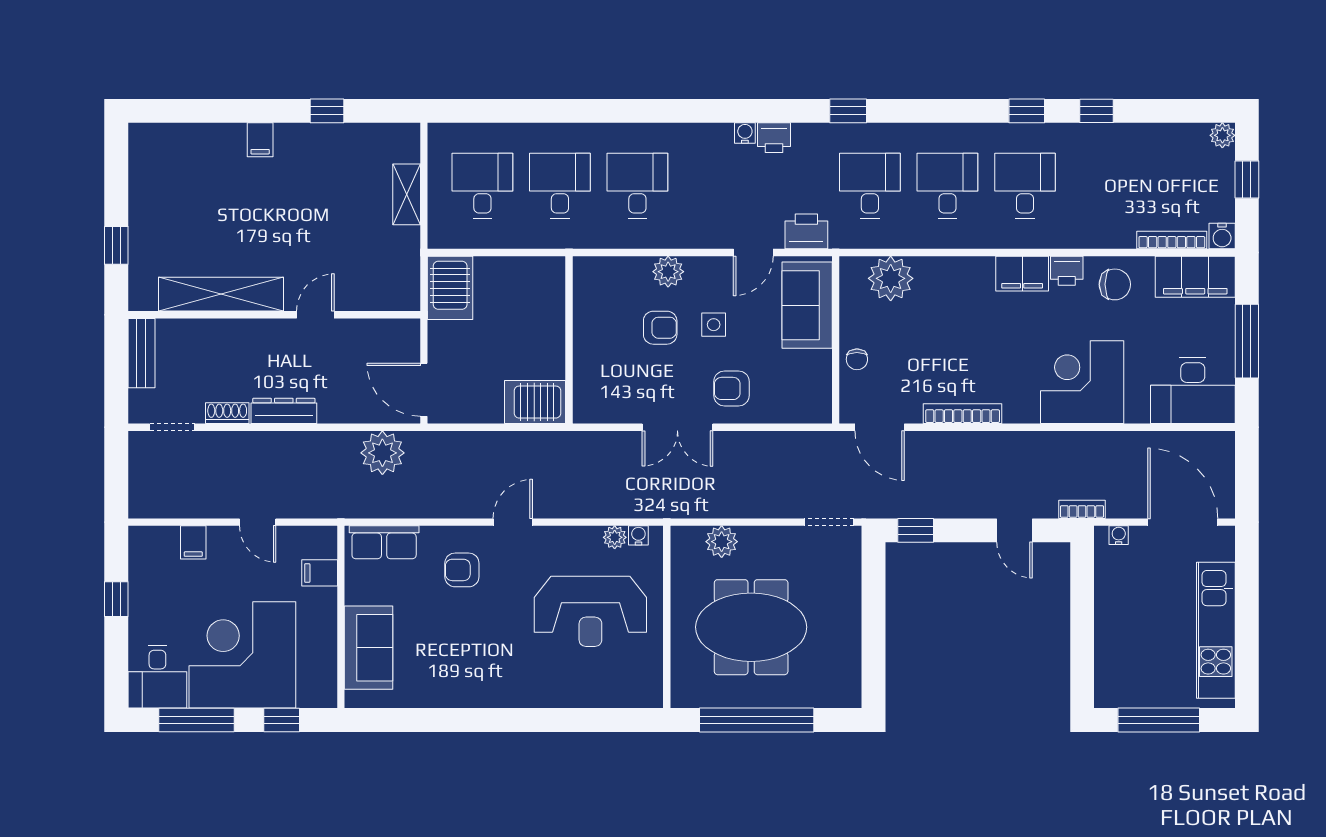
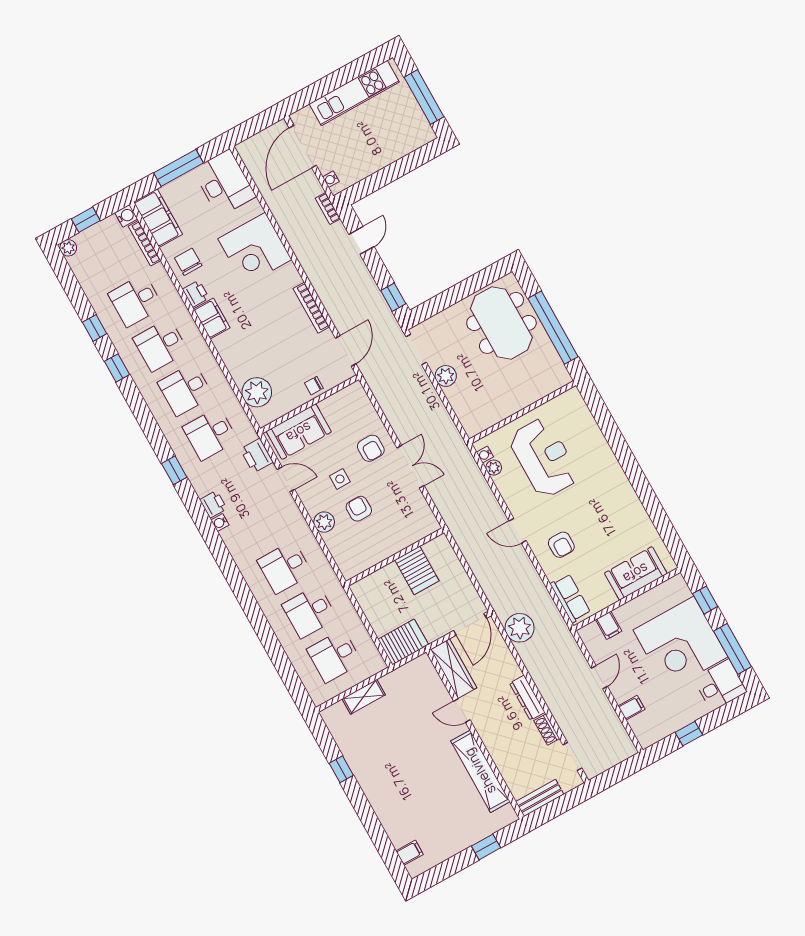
filing cabinet: (260, 140) -> (410, 853), moved
desk: (1102, 186) -> (136, 300), added
wardrobe: (377, 335) -> (454, 669), added
chair: (857, 359) -> (314, 386), turned 180
server rack: (535, 402) -> (417, 570), moved
plant: (722, 542) -> (446, 376), moved
meeting table: (751, 627) -> (501, 323), moved

